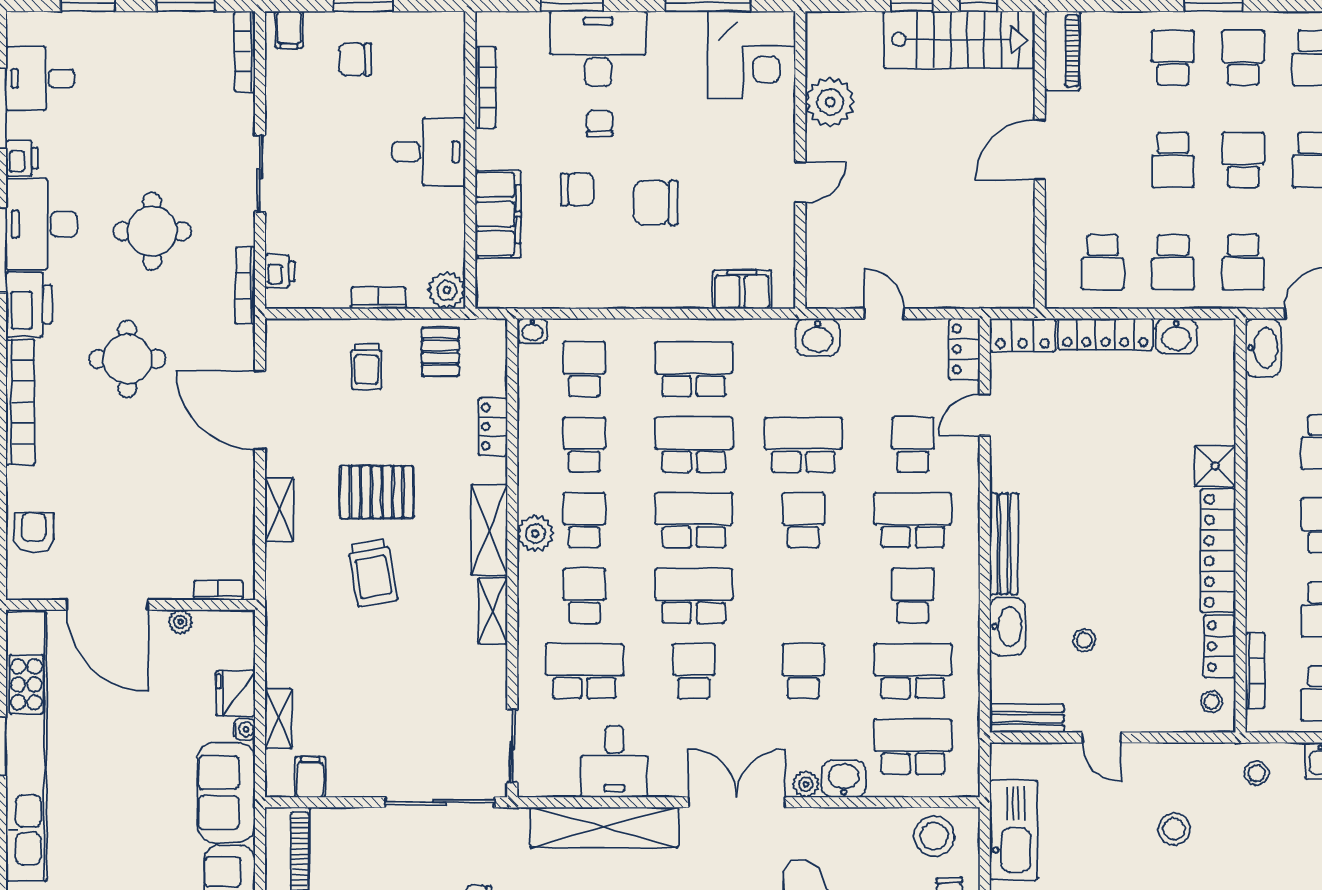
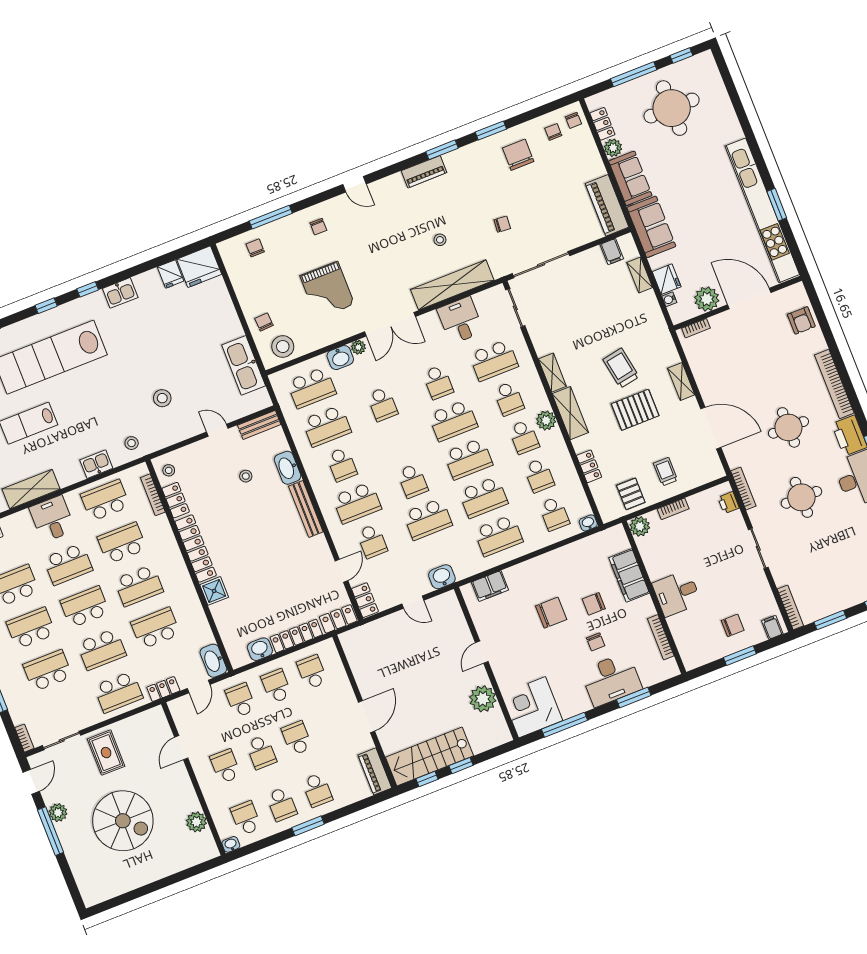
plant: (180, 622) -> (707, 299), width x1.88, depth x1.88
water cooler: (244, 729) -> (669, 299), moved

